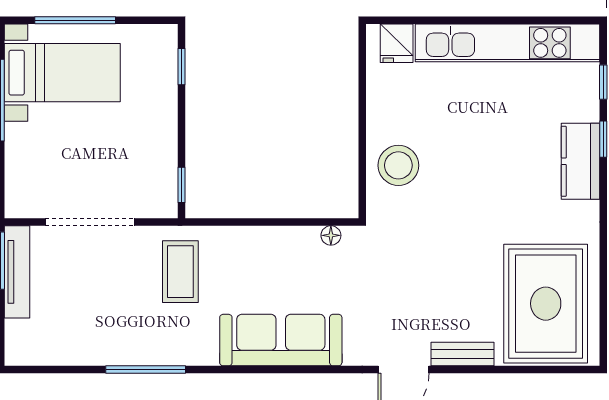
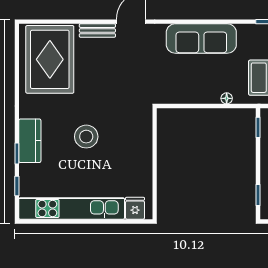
stool: (398, 165) -> (86, 137), moved
floor lamp: (331, 235) -> (227, 98), moved

